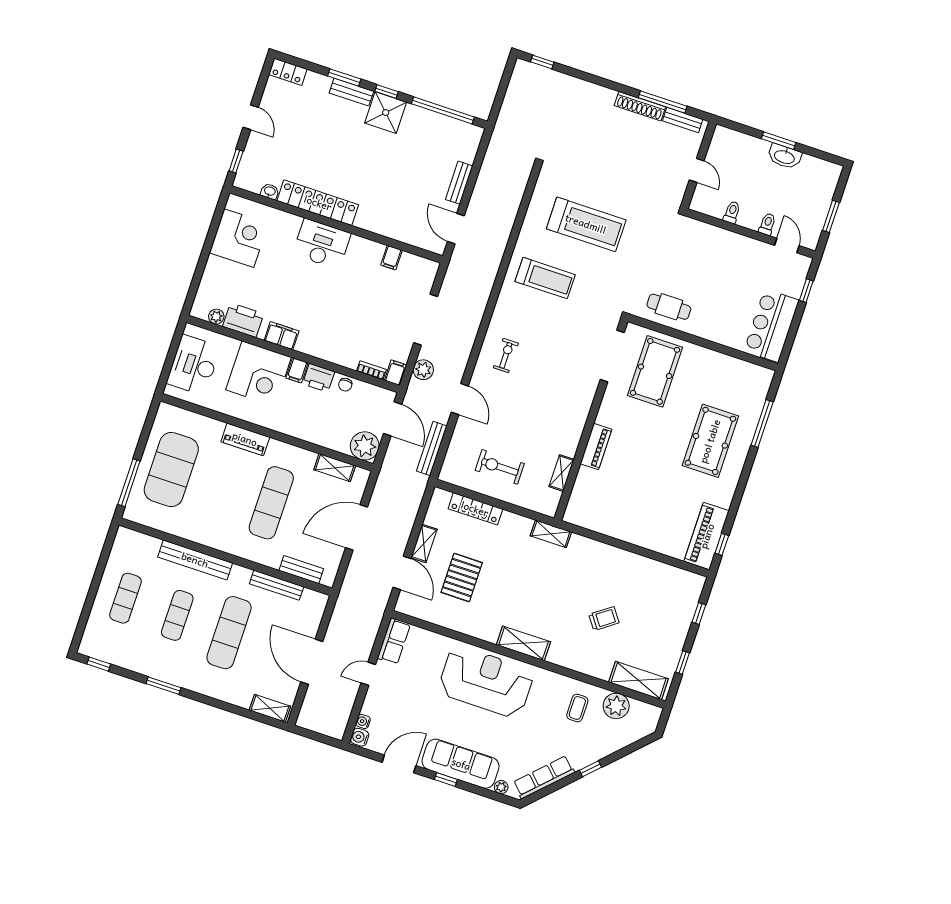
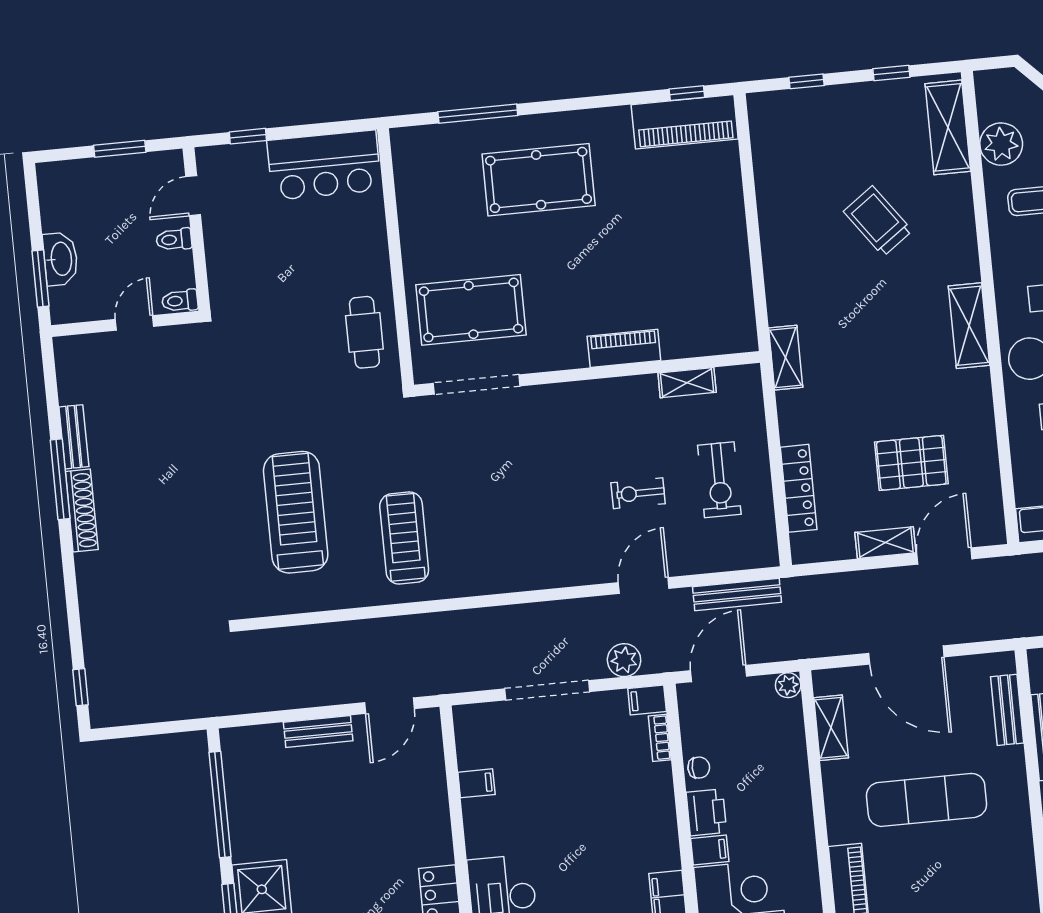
wall: (698, 165) -> (125, 324), moved
door: (697, 170) -> (135, 323), moved
exercise bike: (506, 355) -> (638, 493), moved
plant: (365, 446) -> (788, 685), width x0.53, depth x0.53
trolley: (604, 619) -> (878, 221), width x1.36, depth x1.39

